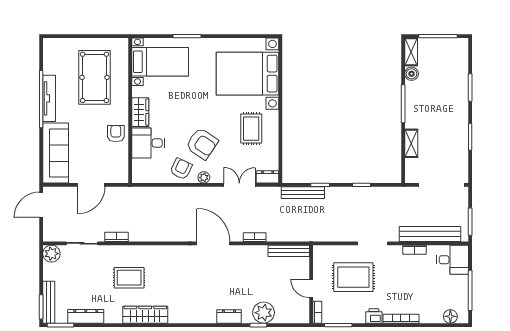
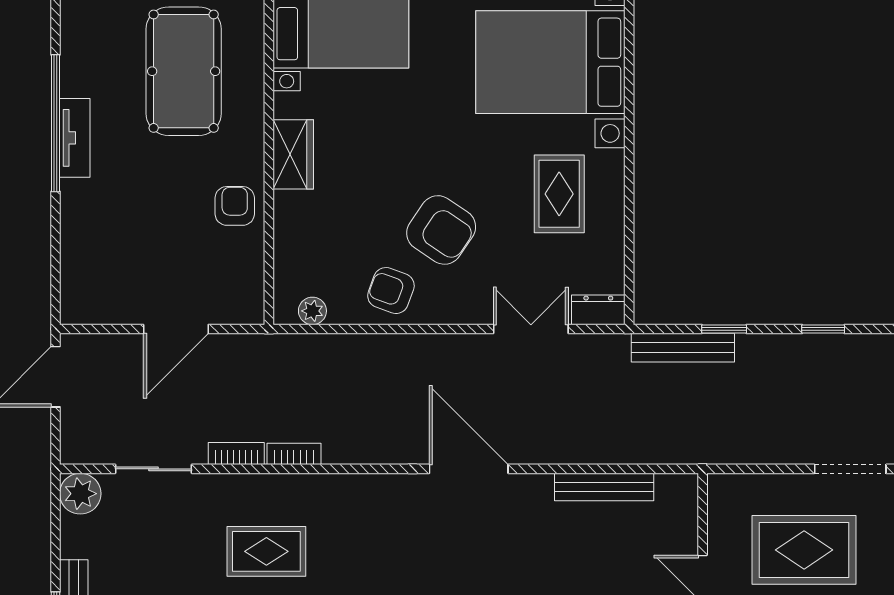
tv unit: (49, 98) -> (75, 138), width x0.71
desk: (148, 143) -> (312, 228), removed
sofa: (56, 153) -> (90, 253), removed
armchair: (181, 169) -> (391, 291), turned -95
plant: (204, 177) -> (312, 311), moved
bookcase: (255, 237) -> (294, 454), moved
bench: (289, 251) -> (604, 487), moved

